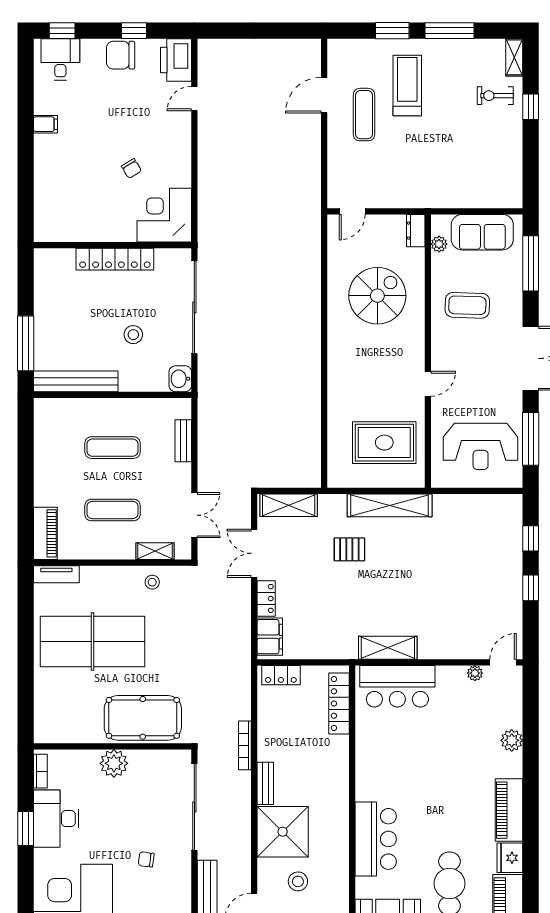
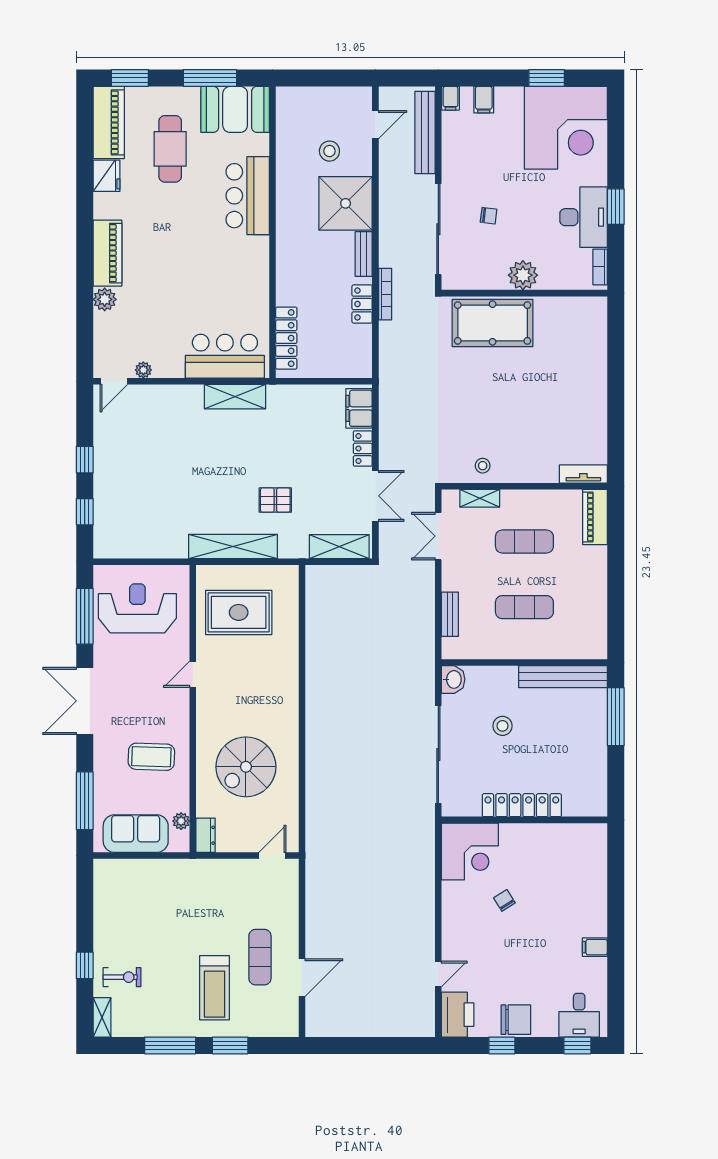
table tennis table: (93, 642) -> (545, 403), removed
locker: (281, 675) -> (362, 304), moved, turned -90
piano: (509, 810) -> (107, 253), moved
chair: (146, 859) -> (489, 216), moved

